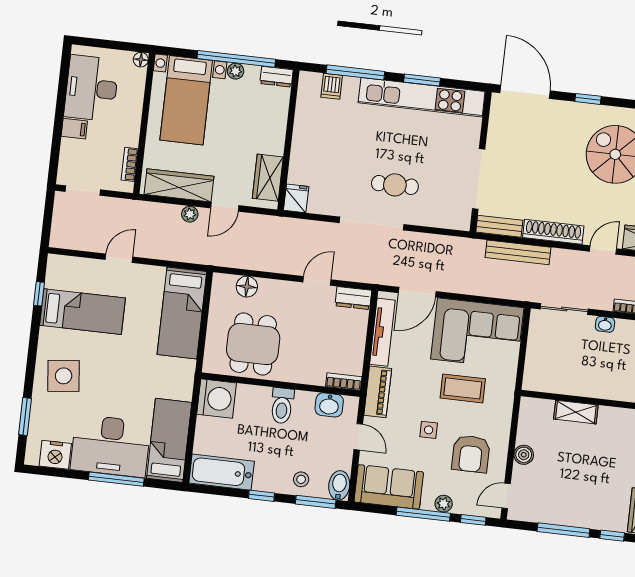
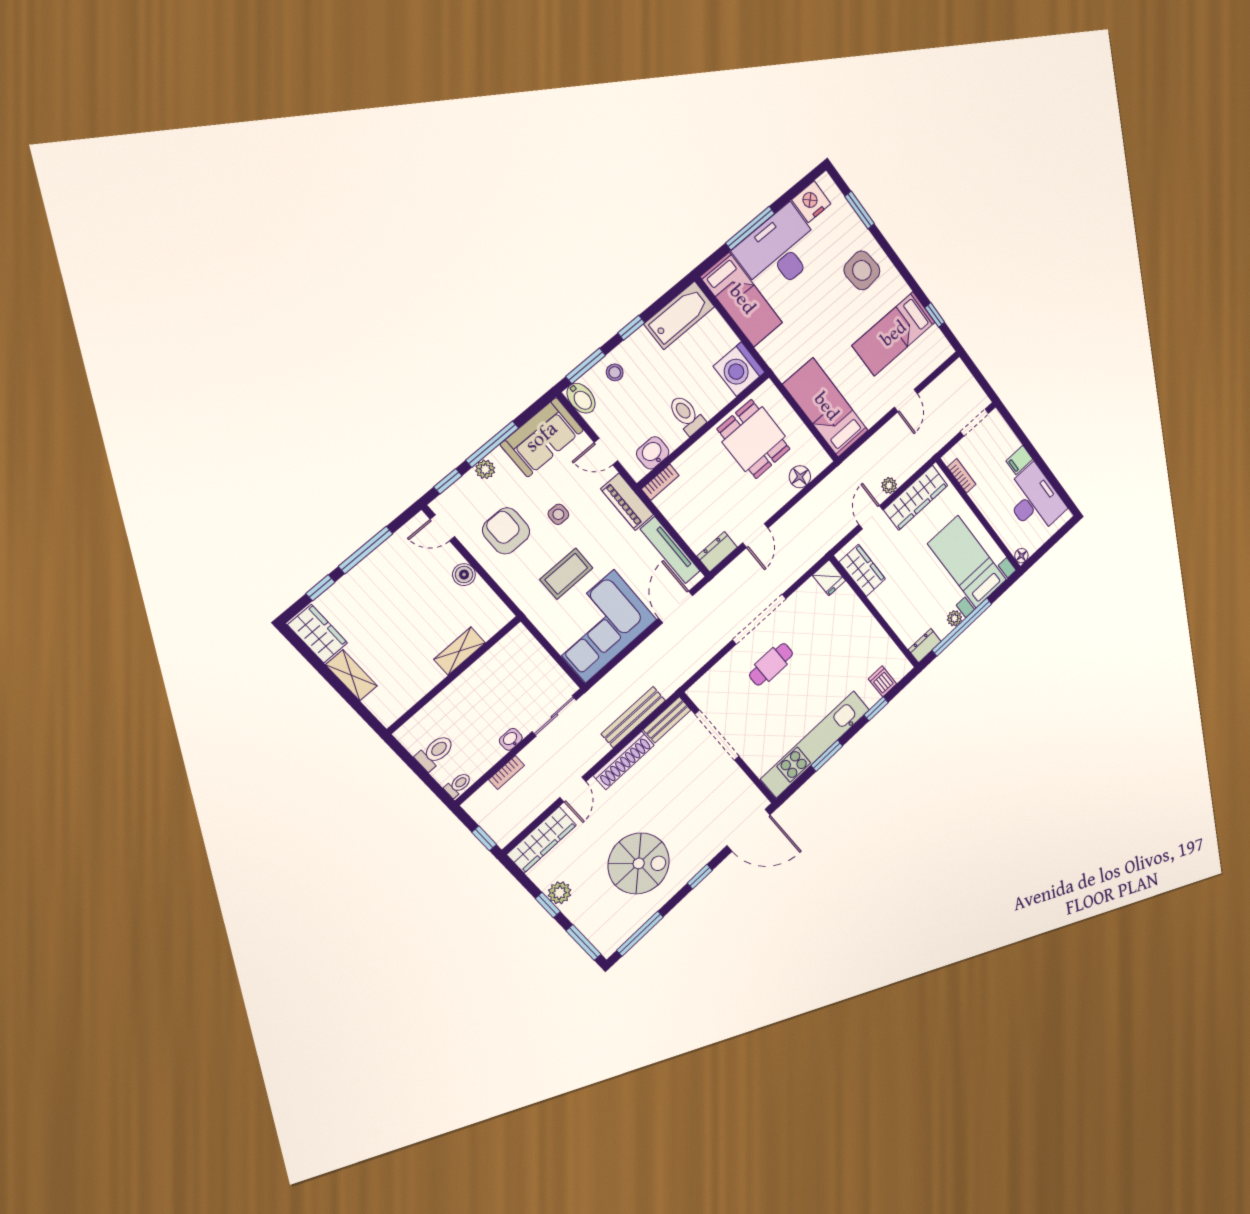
window: (355, 72) -> (876, 709), width x0.46
door: (506, 496) -> (442, 528), swing flipped

